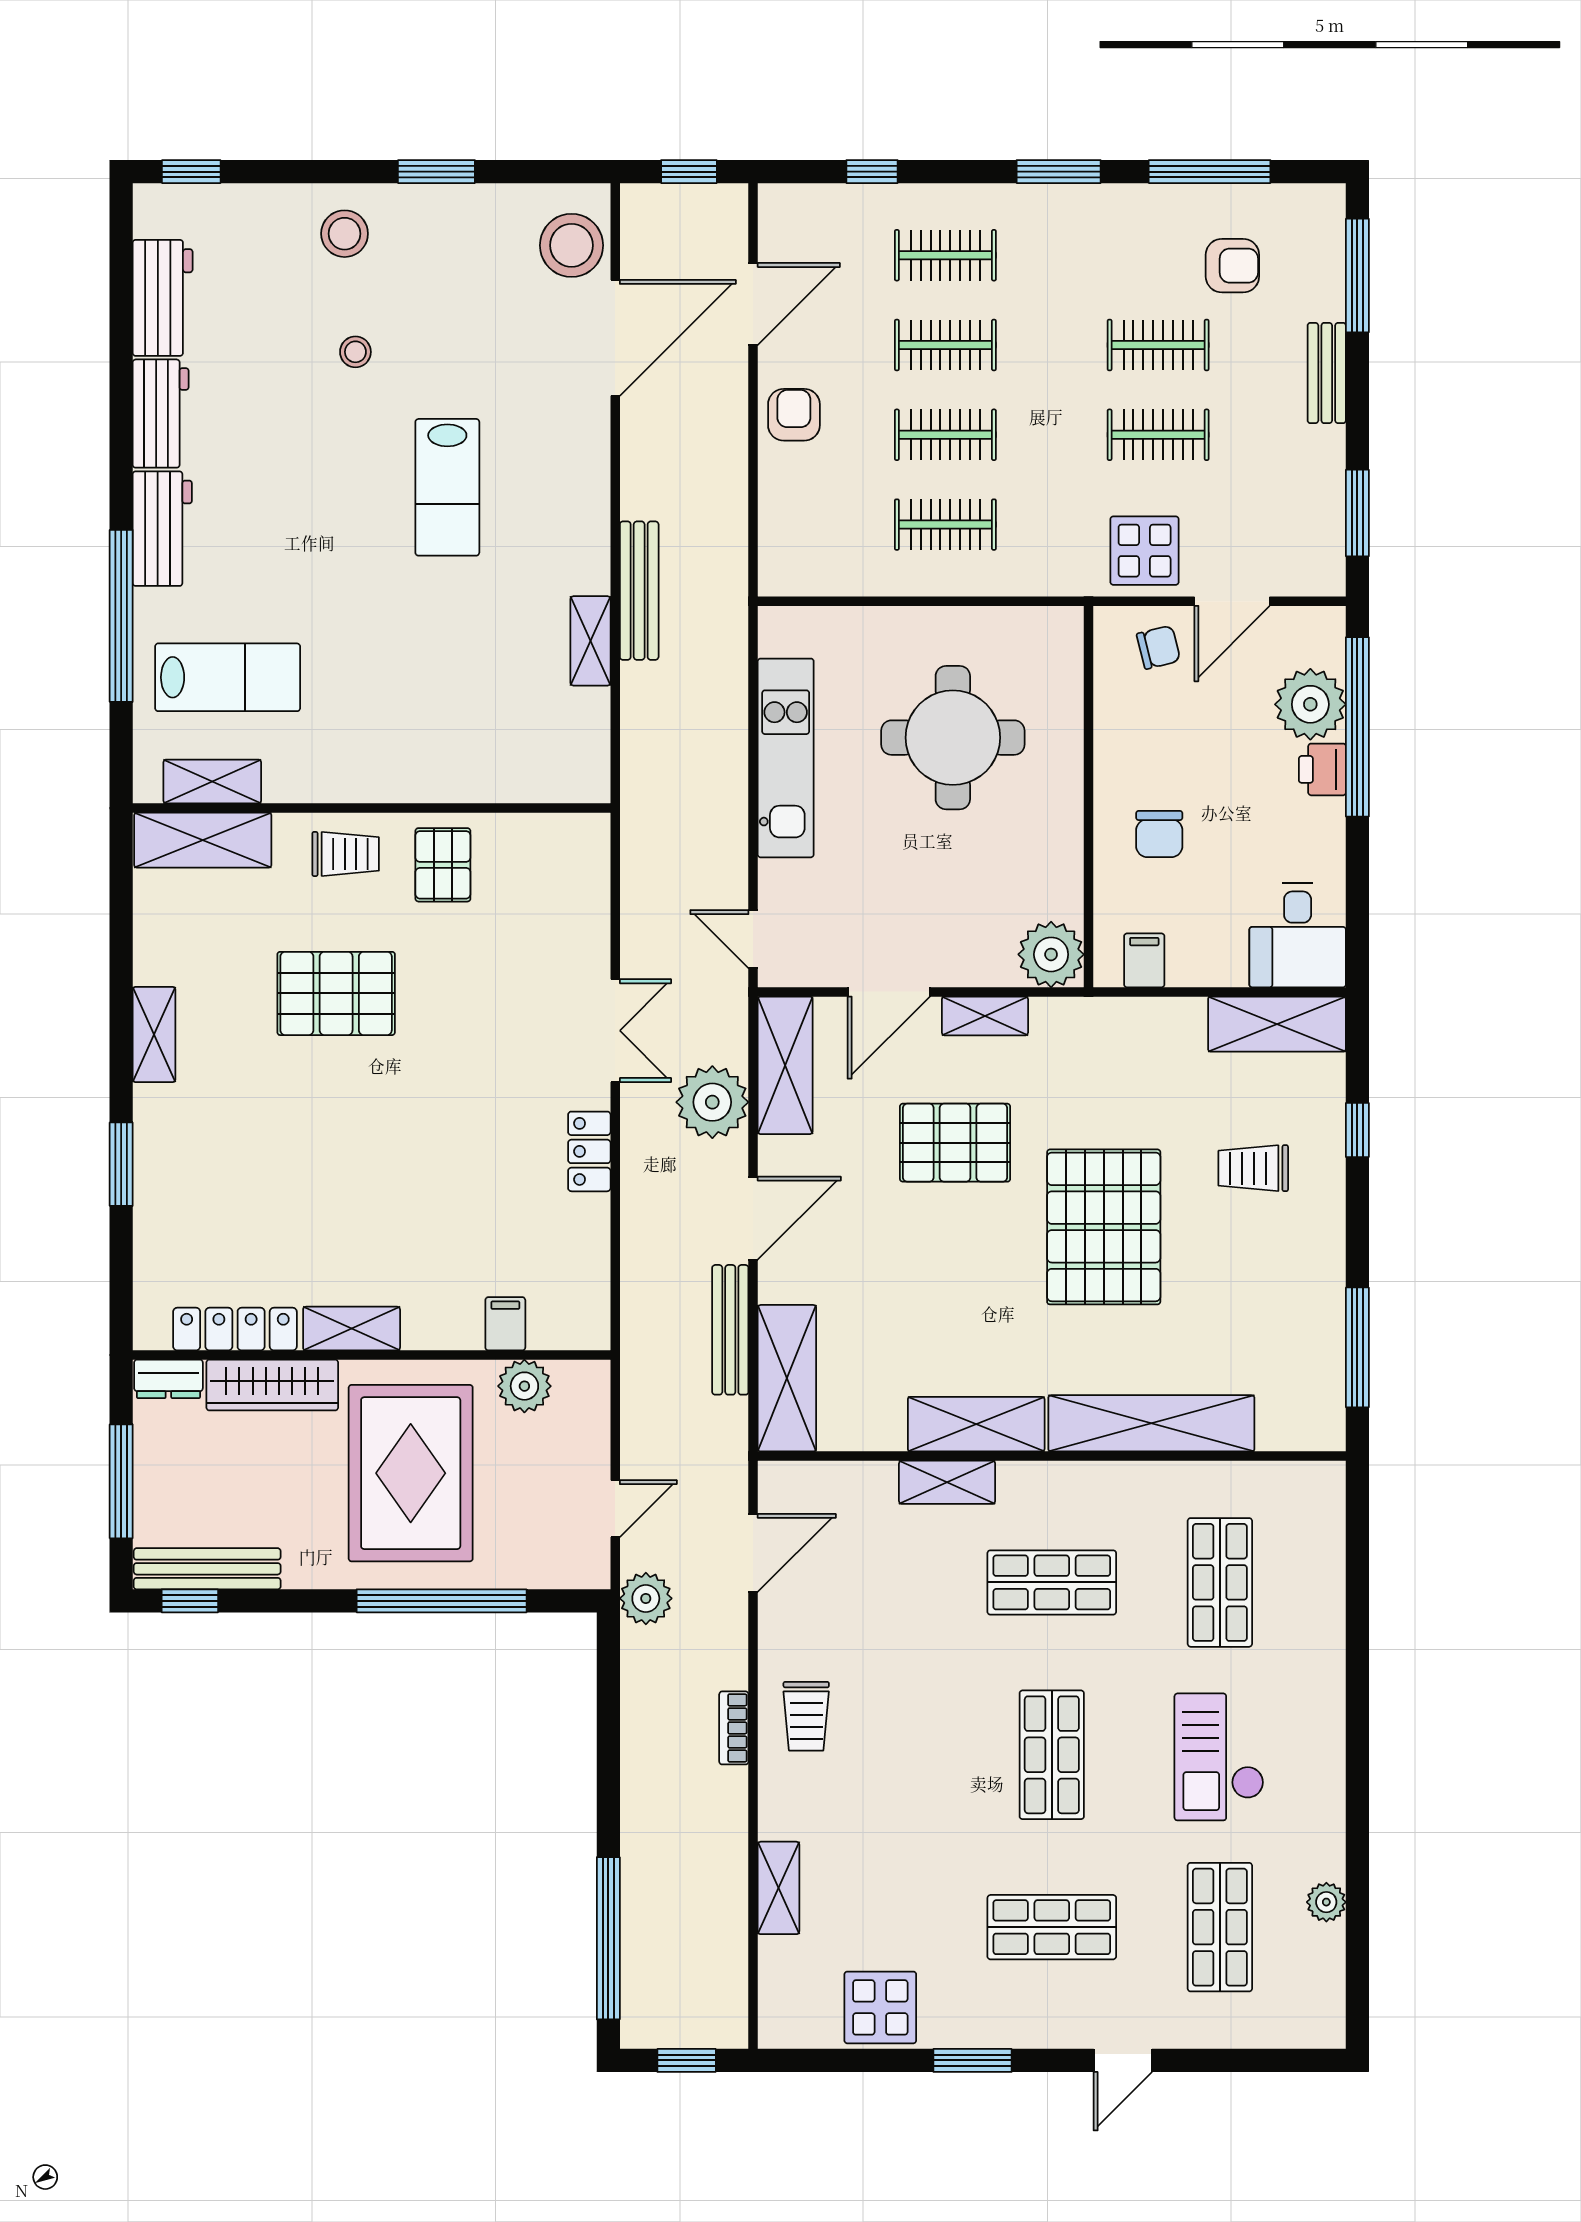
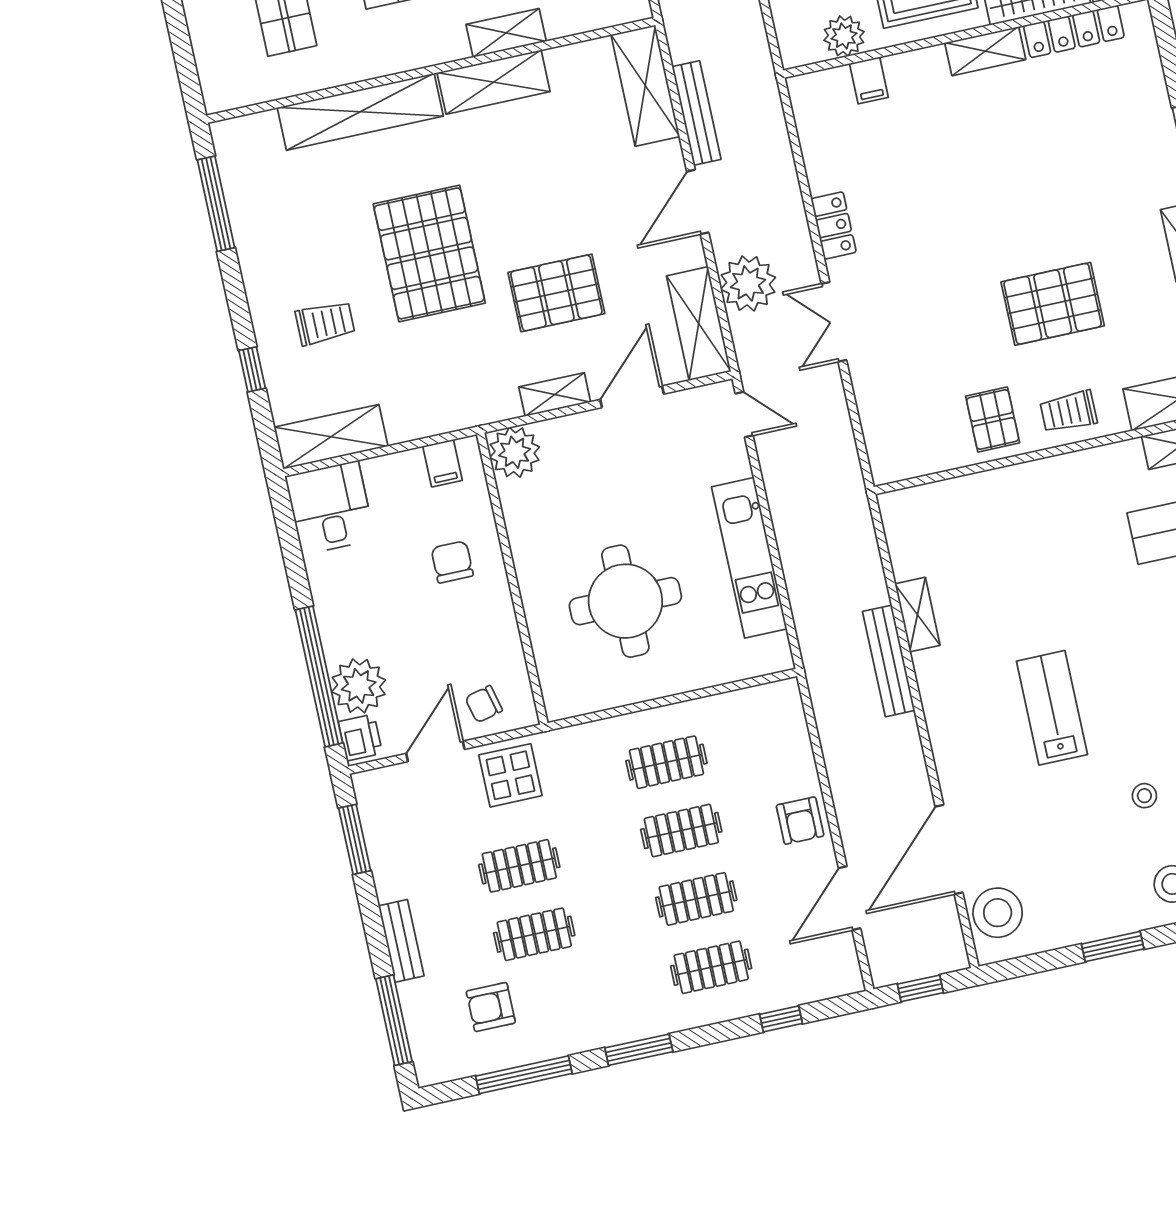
printer: (1322, 769) -> (360, 737), moved

